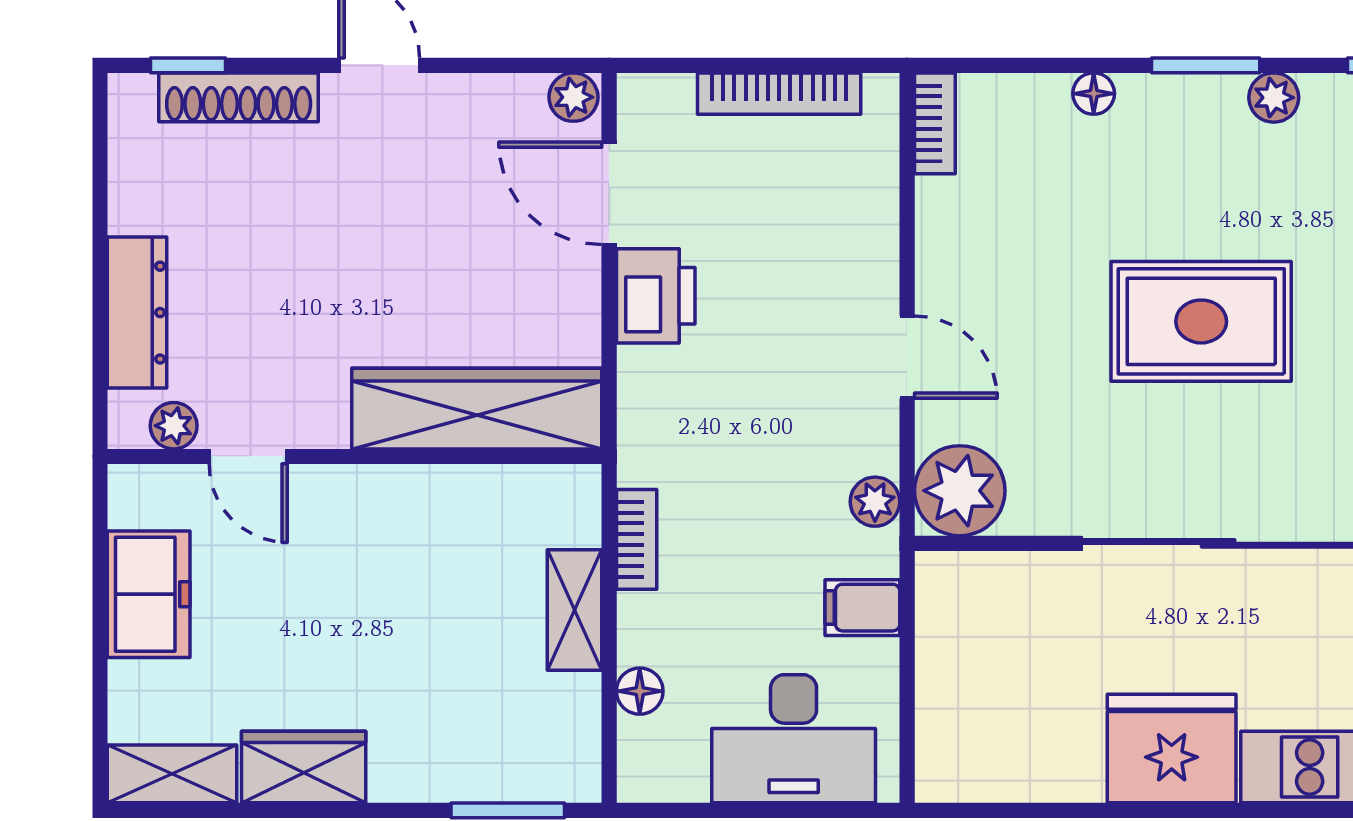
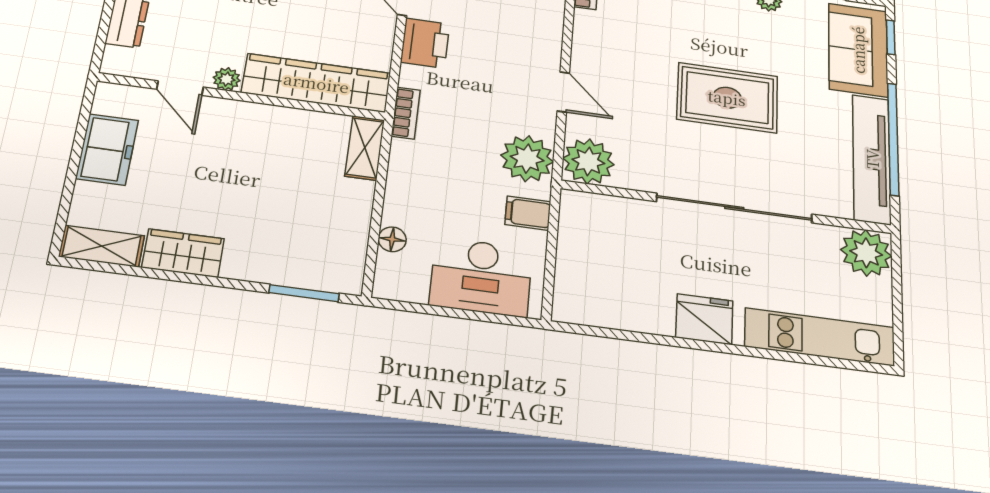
plant: (174, 426) -> (227, 79), moved
plant: (875, 502) -> (527, 159), width x1.88, depth x1.88
bookcase: (637, 539) -> (406, 113), moved
shelving: (574, 610) -> (365, 148), moved
fridge: (1172, 748) -> (704, 319), width x0.73, depth x0.75

